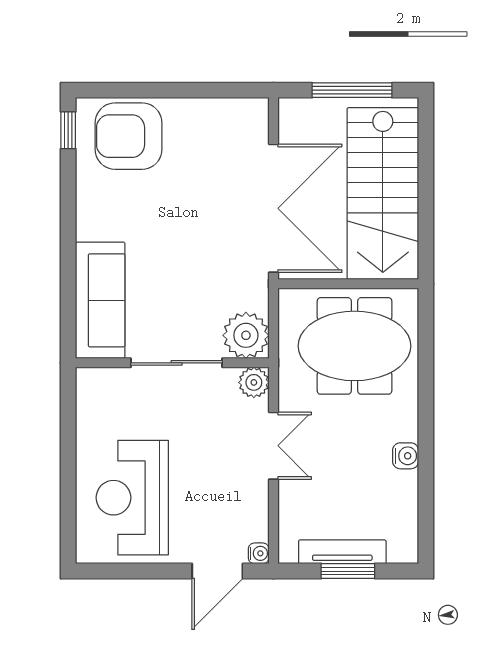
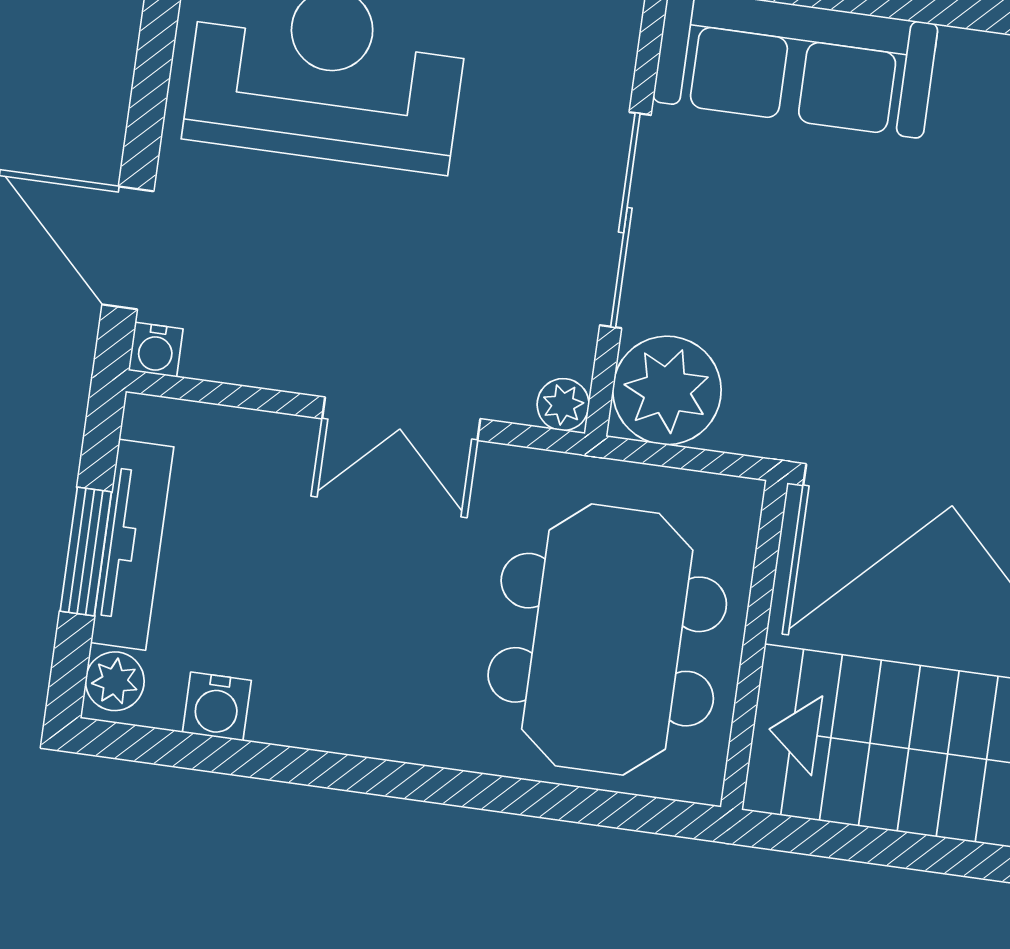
plant: (254, 382) -> (563, 405), width x0.73, depth x0.73
water cooler: (406, 456) -> (217, 706), moved
plant: (401, 551) -> (115, 681), added

